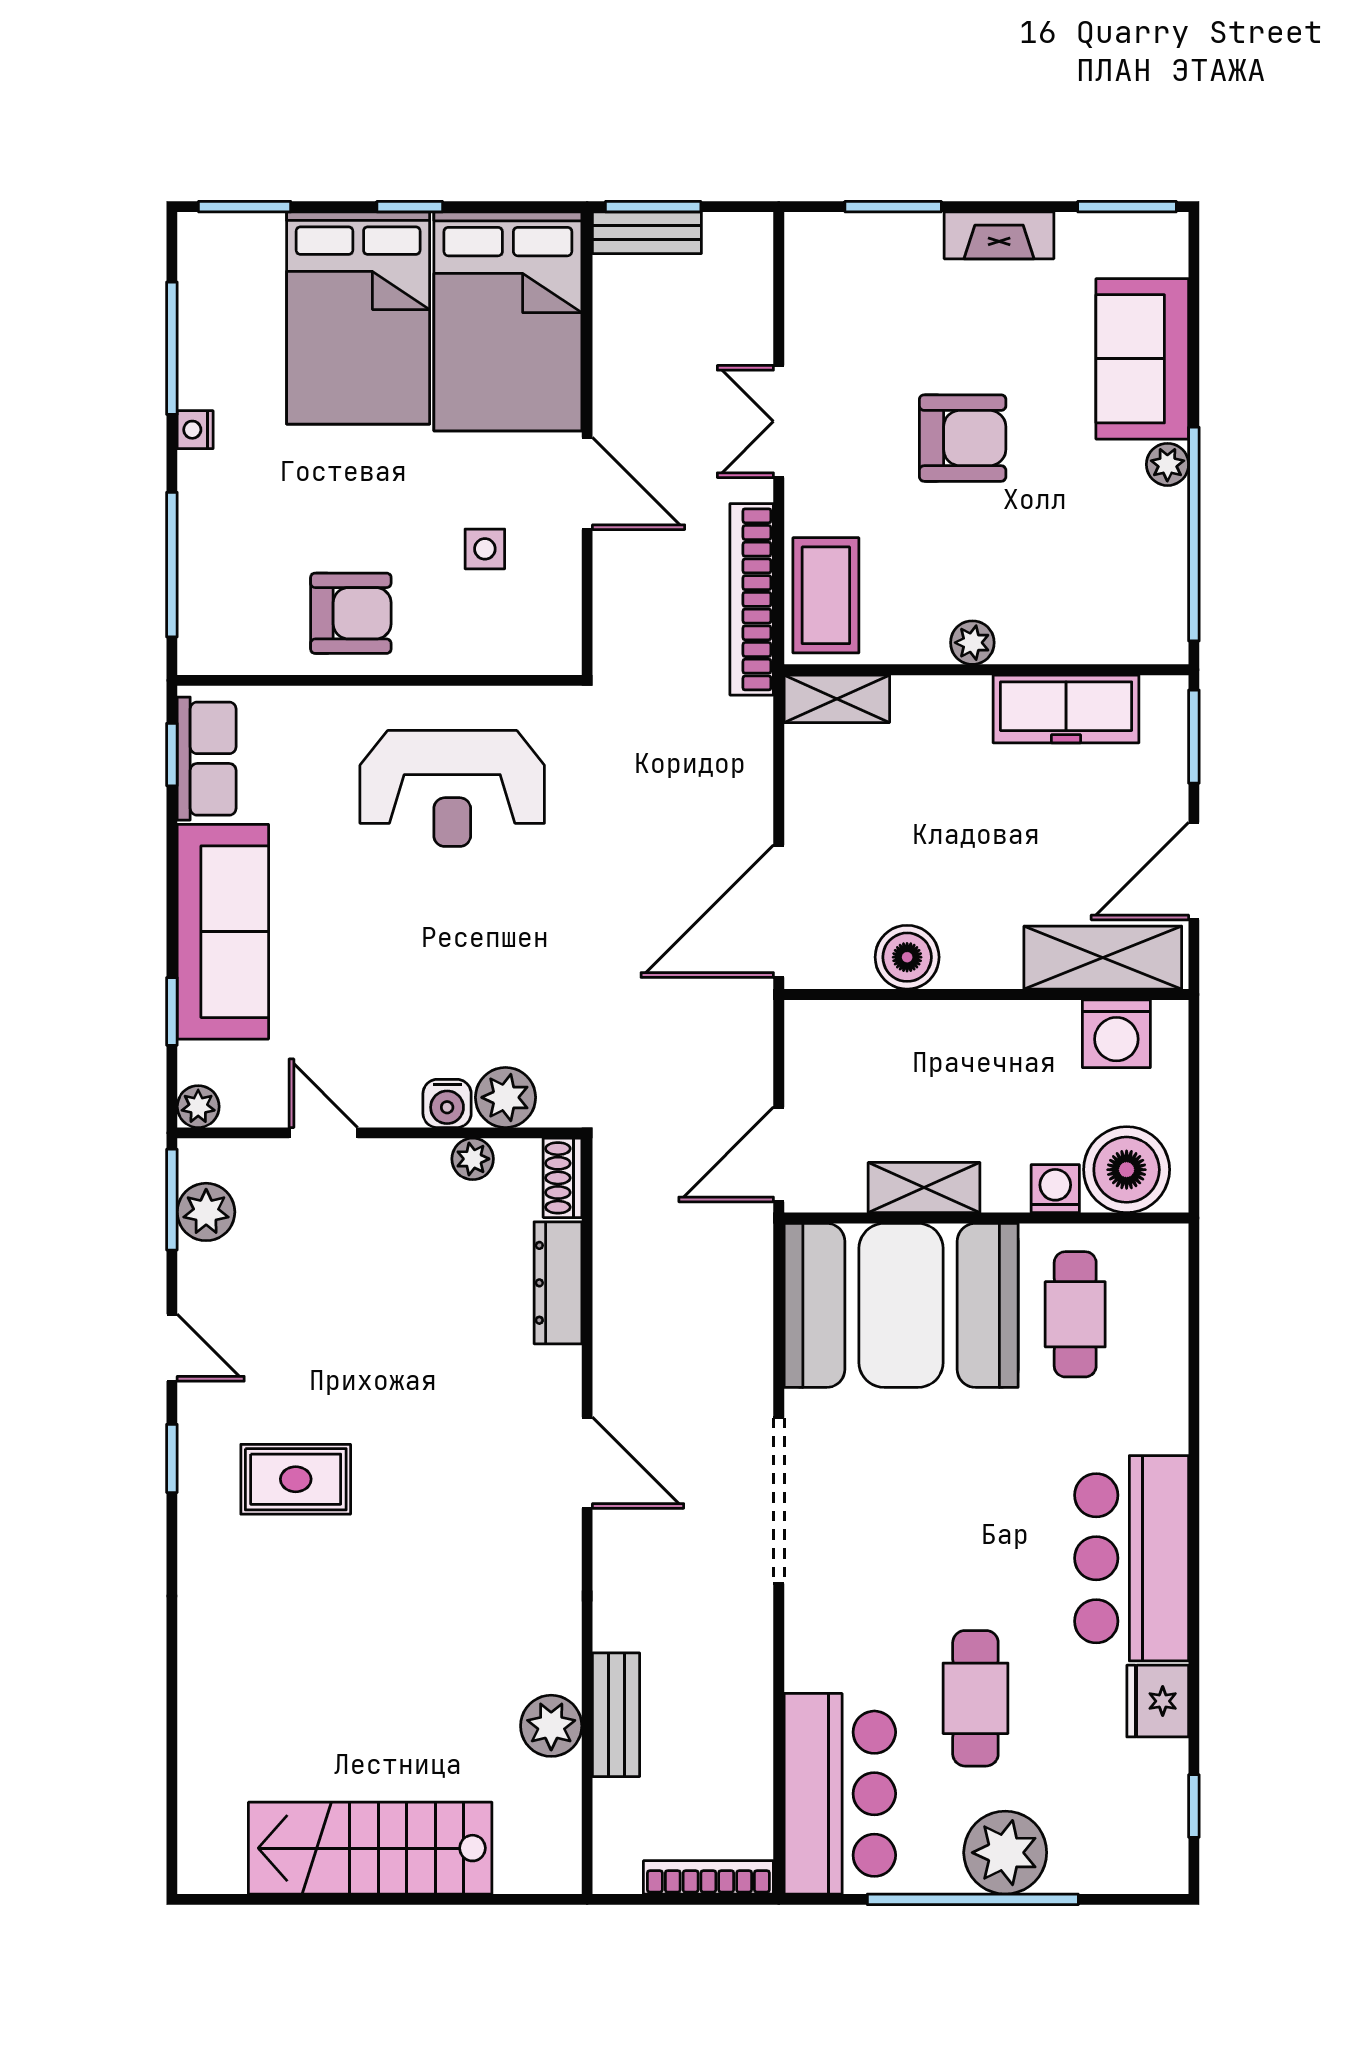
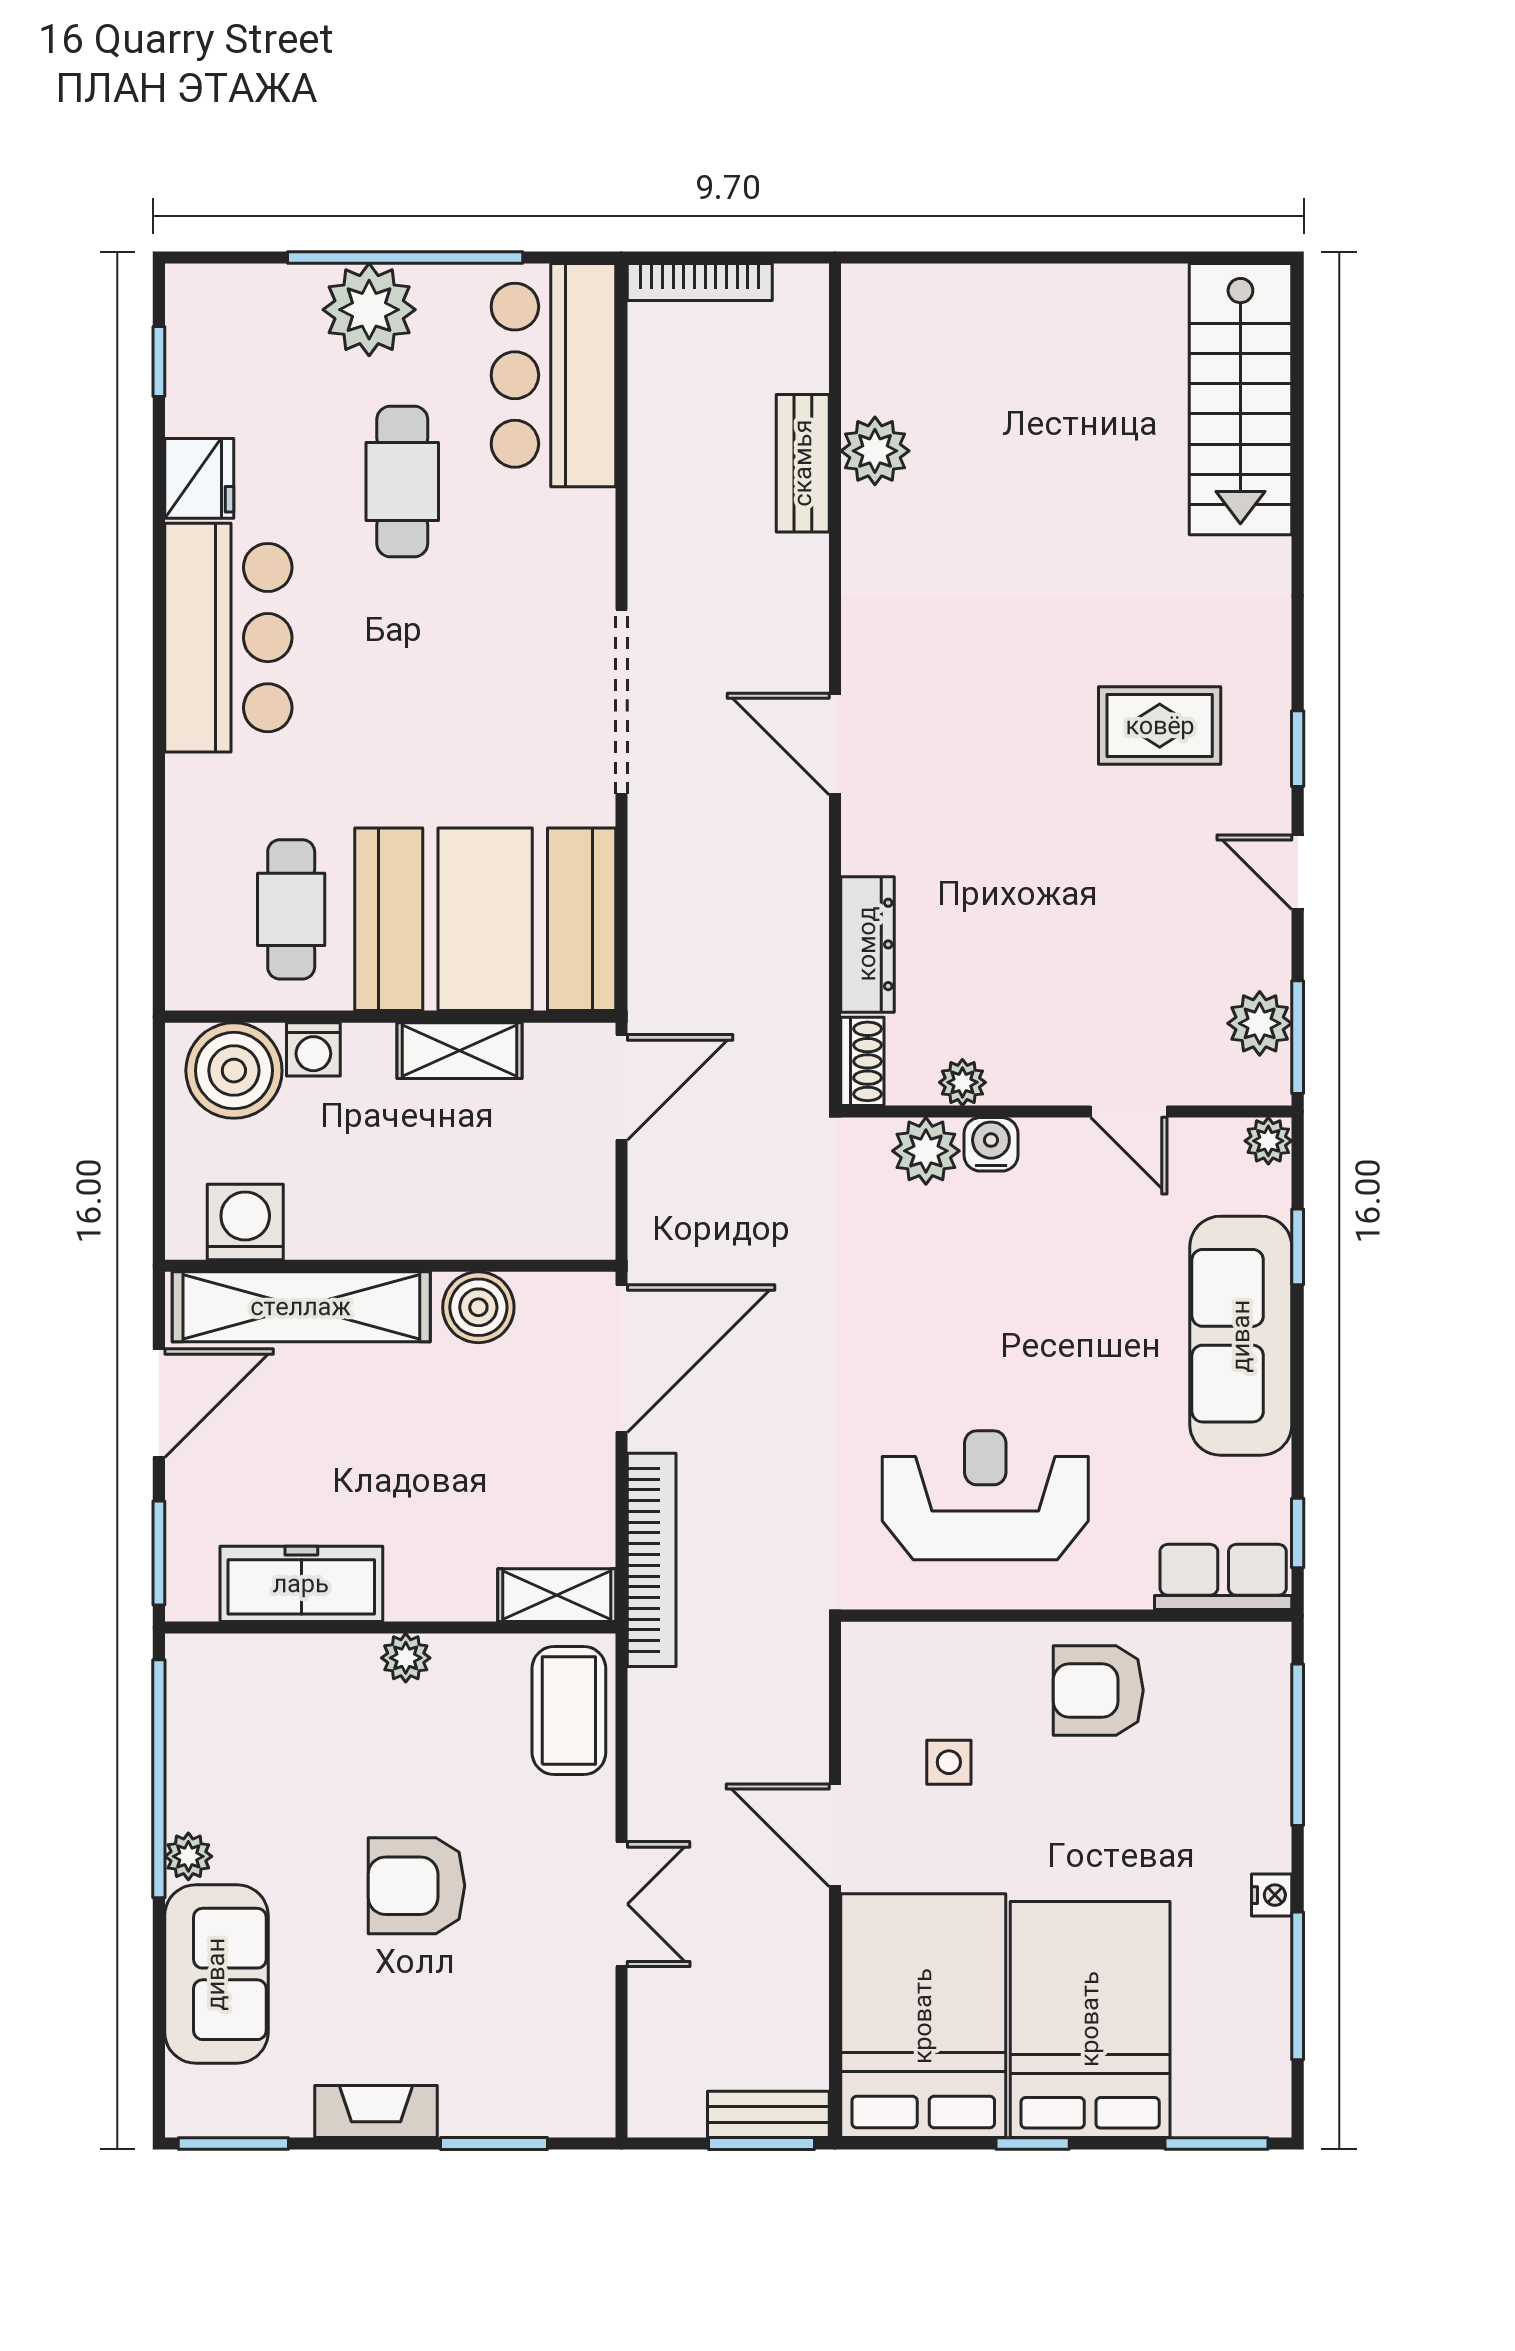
bookcase: (752, 599) -> (652, 1560), moved
row of seats: (207, 759) -> (1223, 1577), moved, turned 90
shelving: (1103, 958) -> (301, 1307), width x1.47
stairs: (370, 1848) -> (1240, 399), moved, turned 90

